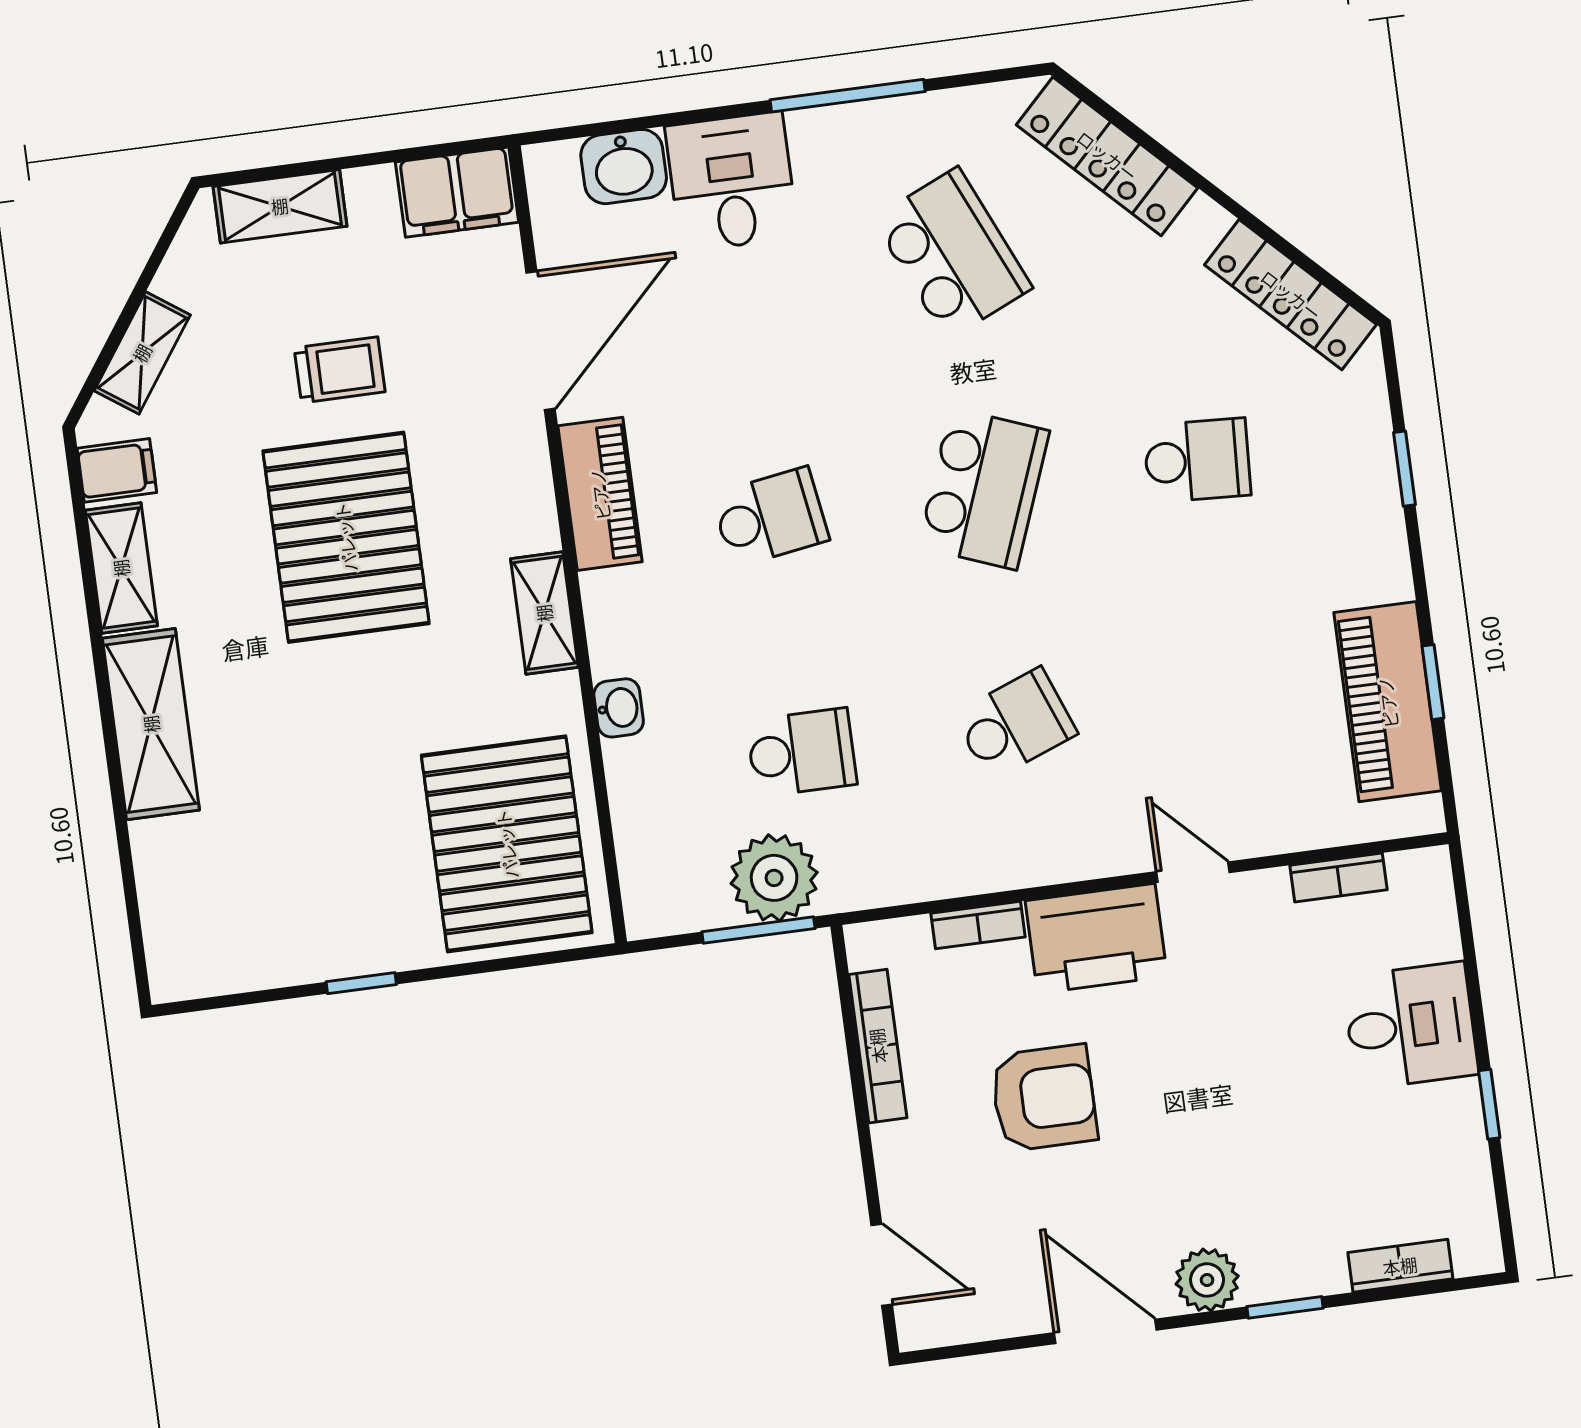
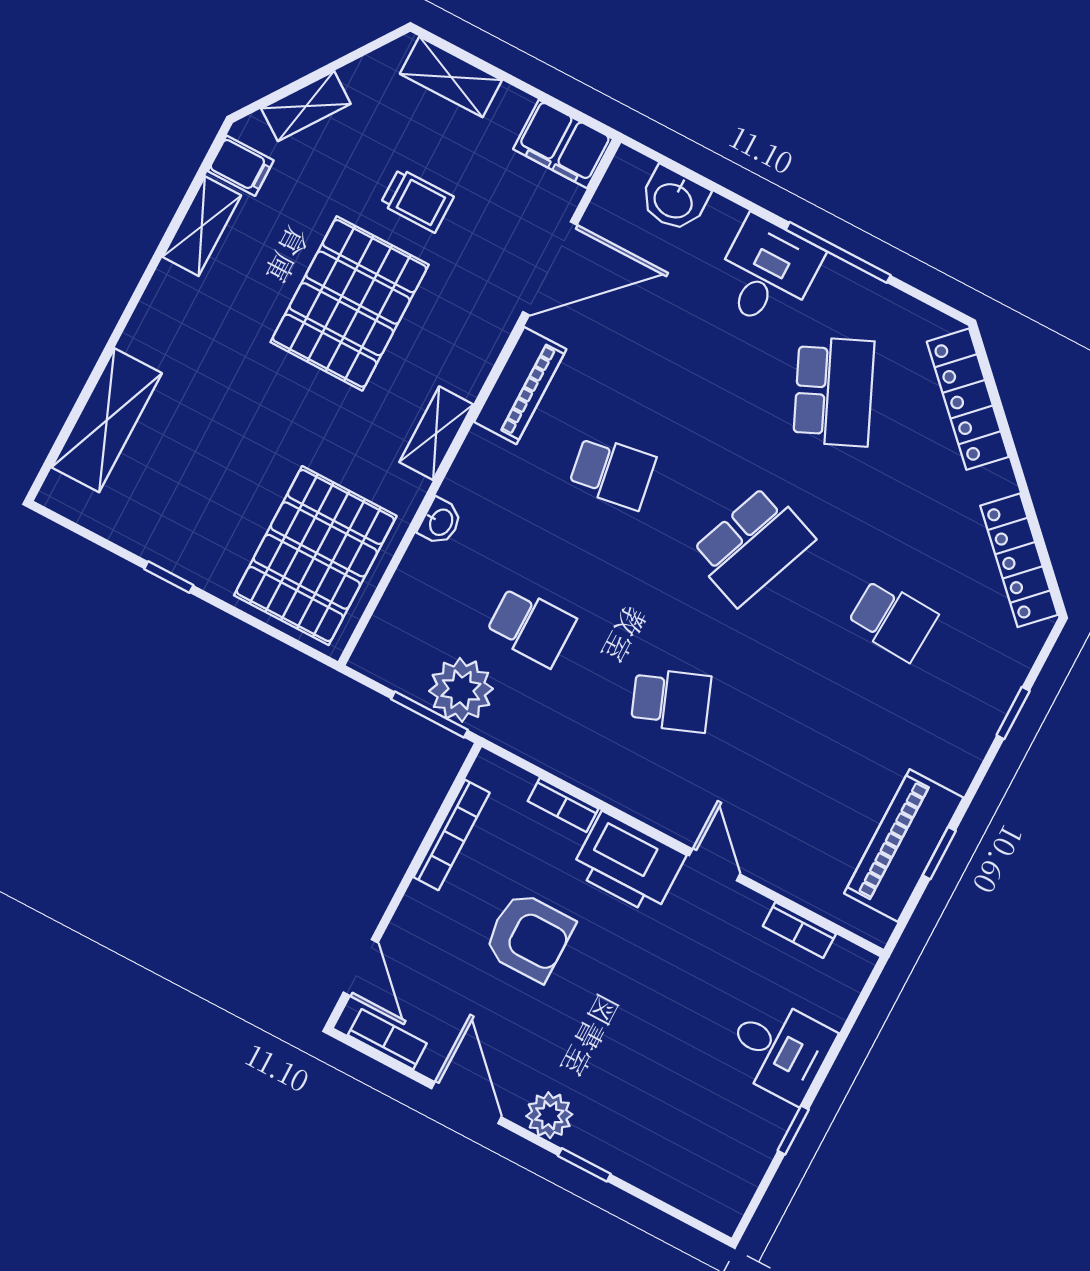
desk: (732, 182) -> (767, 273), moved
shelving: (151, 724) -> (107, 420), moved
bookcase: (1400, 1266) -> (387, 1039), moved

